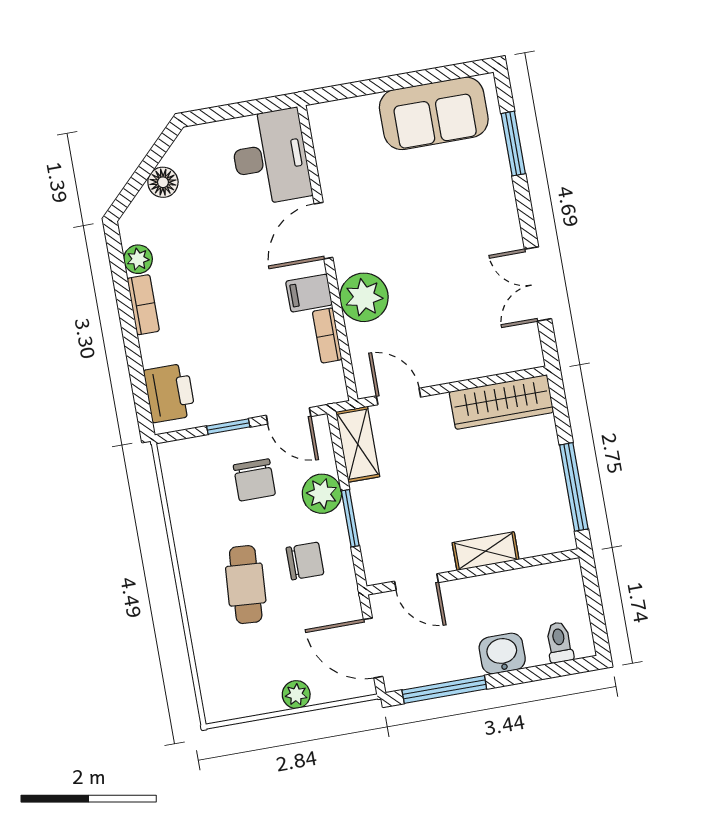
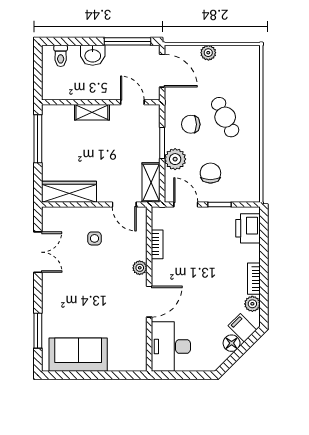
filing cabinet: (309, 293) -> (242, 328), moved, turned -135
plant: (364, 297) -> (140, 268), width x0.53, depth x0.53
side table: (441, 326) -> (94, 238), added
cafe table: (246, 585) -> (225, 117), turned -30

